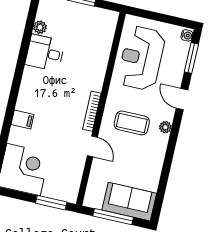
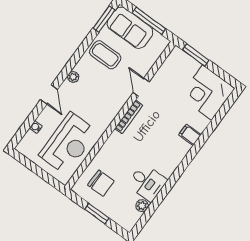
chair: (91, 32) -> (101, 183), added
water cooler: (187, 35) -> (36, 127), moved
window: (191, 58) -> (104, 19), moved
coffee table: (132, 123) -> (105, 55), moved

